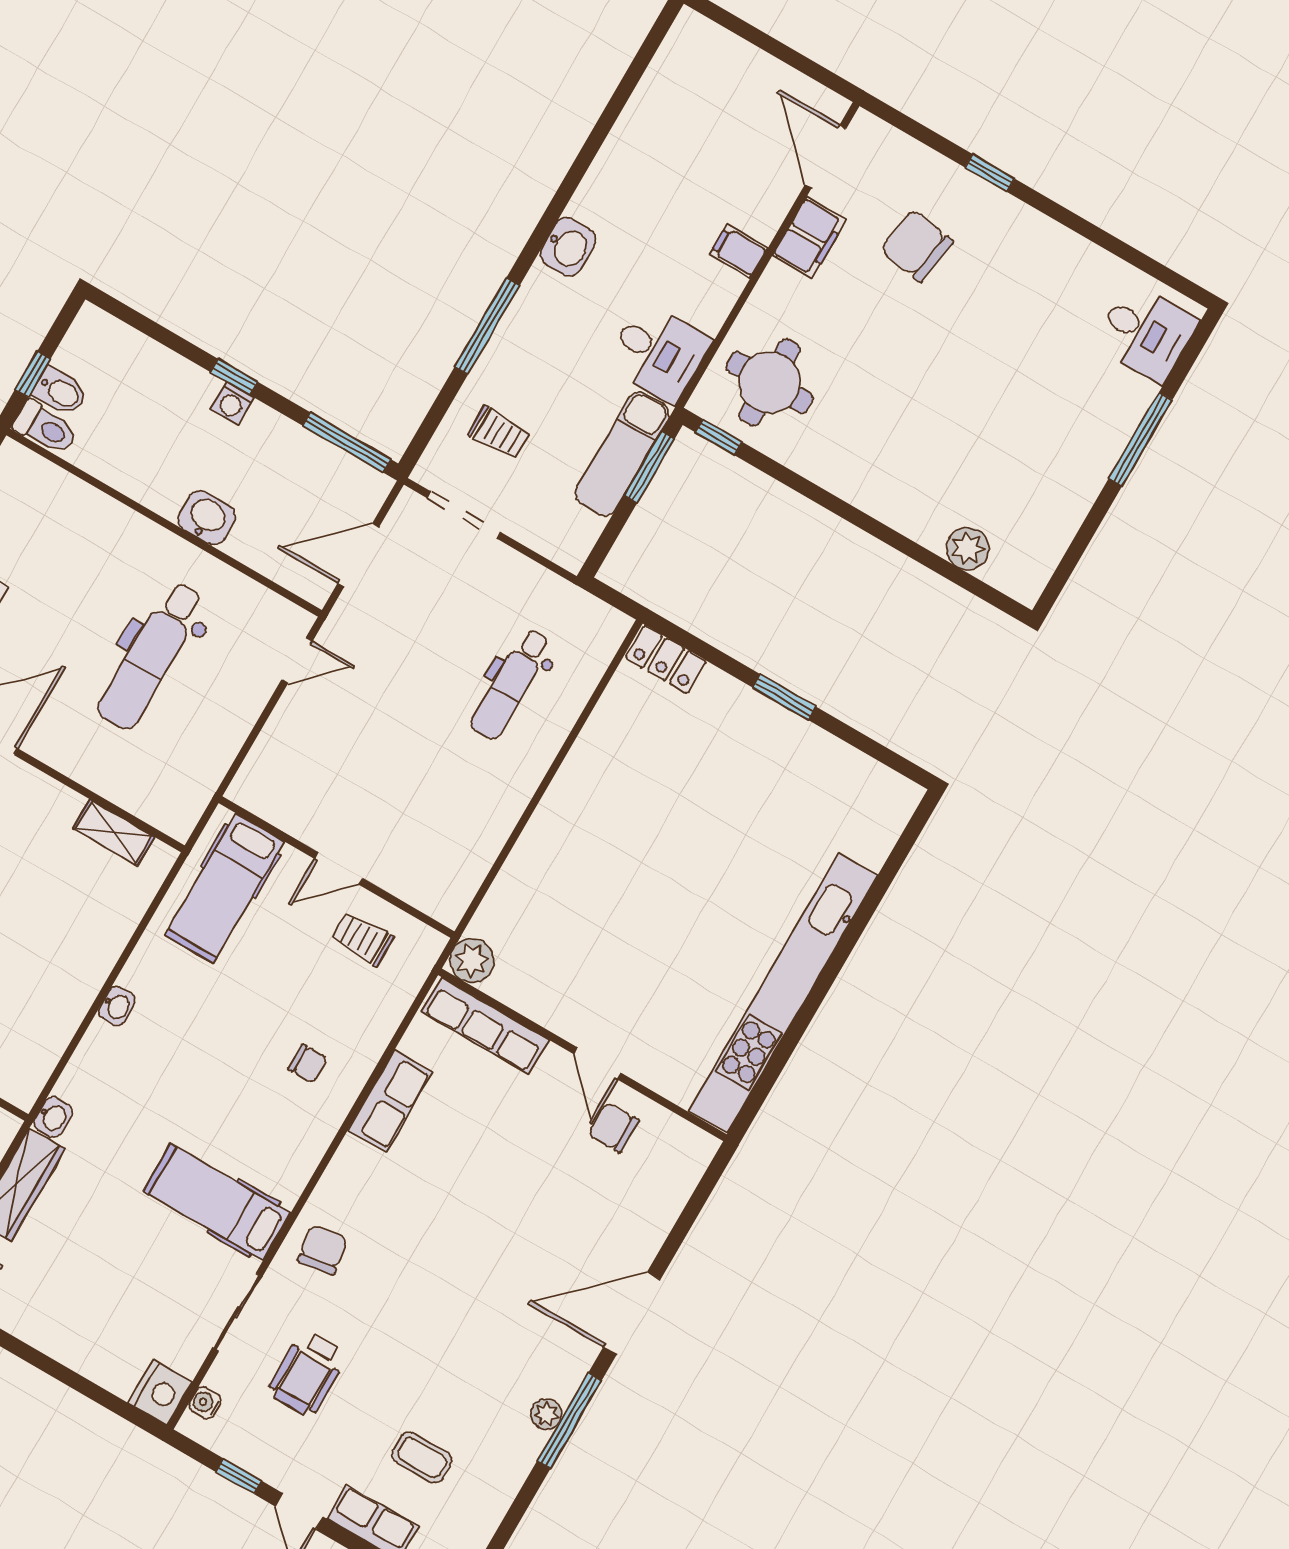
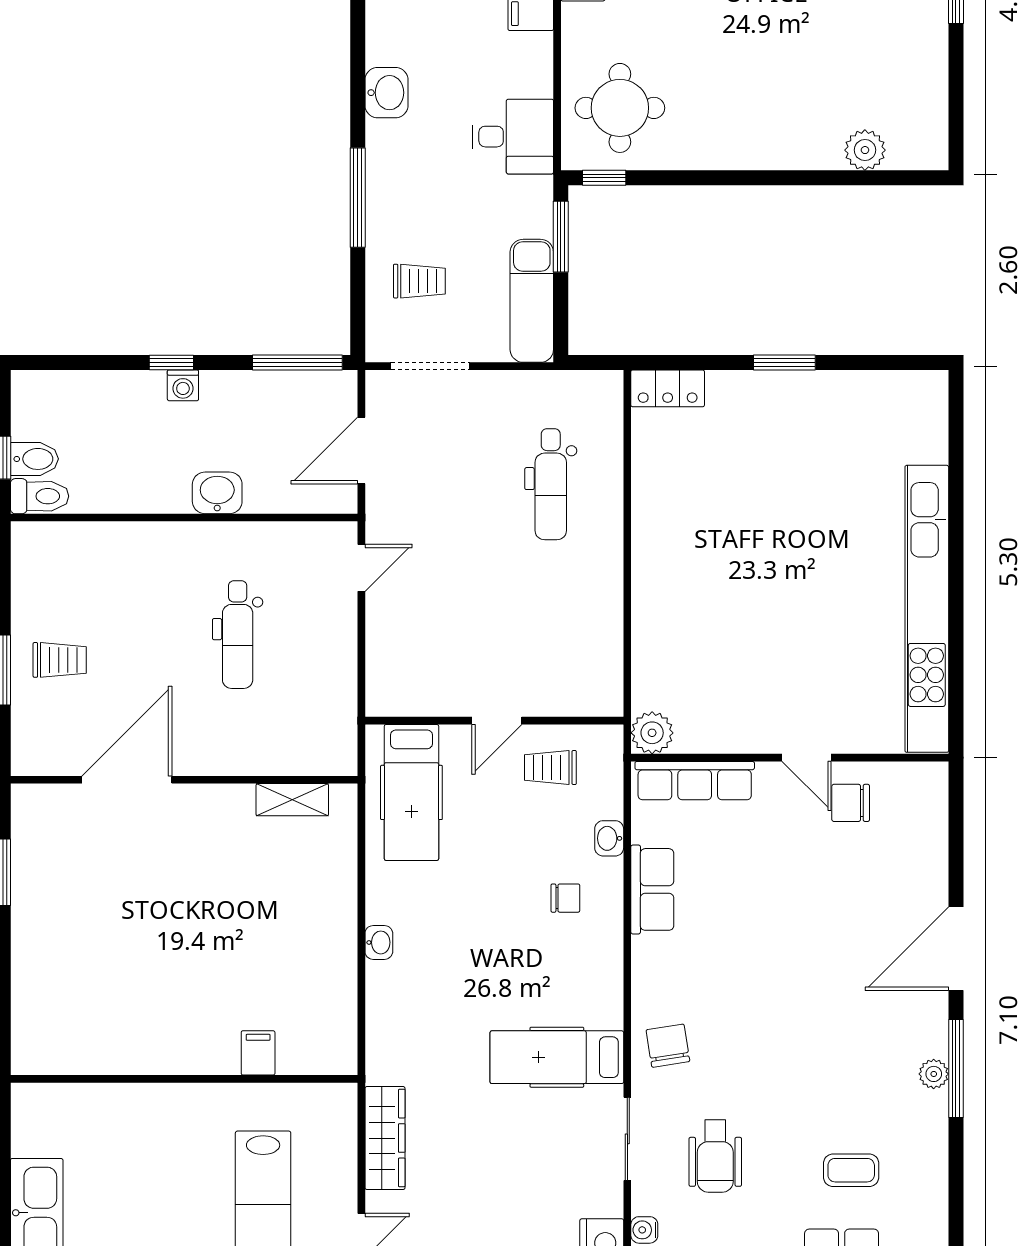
exam couch: (622, 454) -> (532, 301), moved
dental chair: (151, 656) -> (238, 635), width x0.73, depth x0.72
washbasin: (53, 1117) -> (609, 838), moved, turned 180

